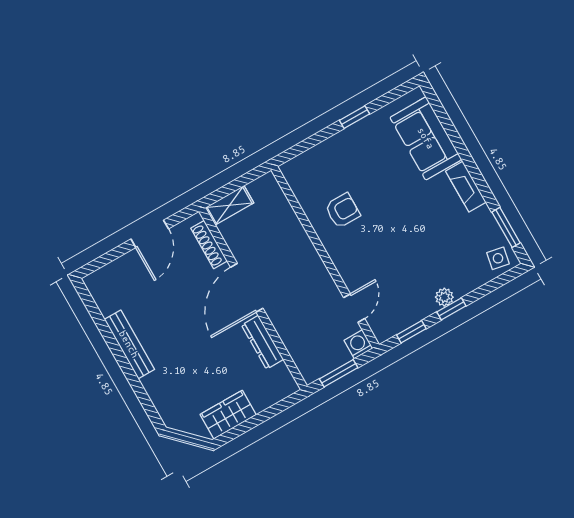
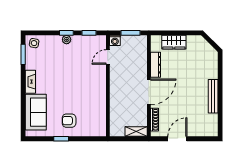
armchair: (342, 211) -> (69, 121), moved
wardrobe: (228, 415) -> (174, 42), moved

